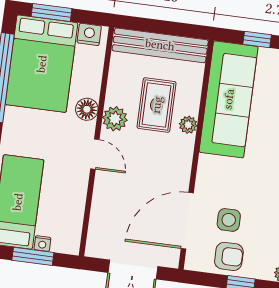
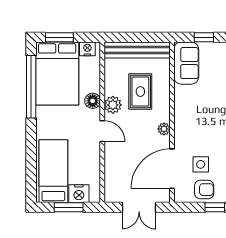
sofa: (229, 99) -> (186, 63), width x0.54, depth x0.79
plant: (188, 125) -> (164, 129), moved
nightstand: (42, 244) -> (79, 194), width x1.89, depth x1.79

